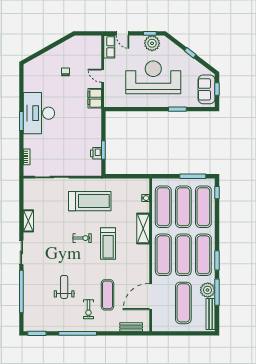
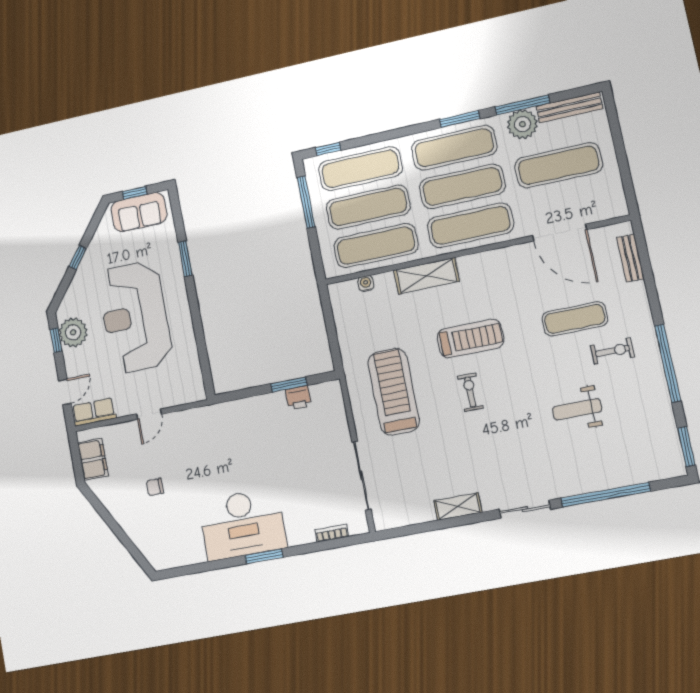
filing cabinet: (95, 98) -> (93, 459), moved, turned -90

